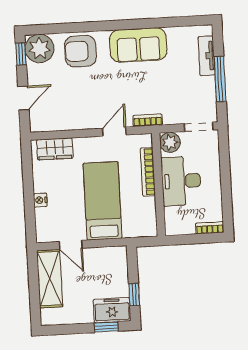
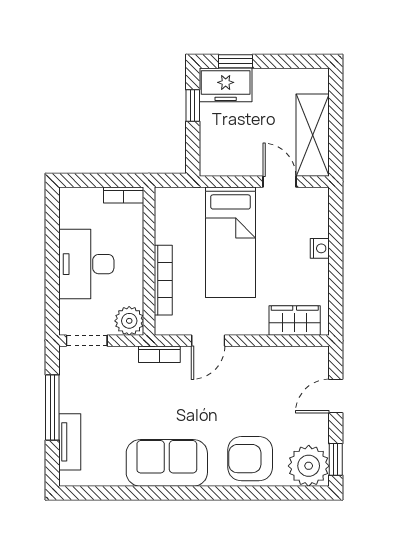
armchair: (80, 51) -> (250, 459), turned 180
desk: (181, 181) -> (86, 264), moved, turned 180
bookcase: (210, 228) -> (124, 195), moved

